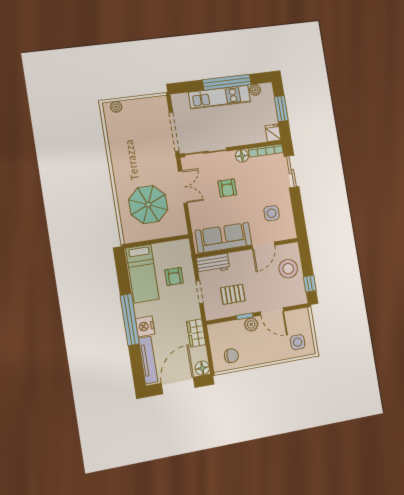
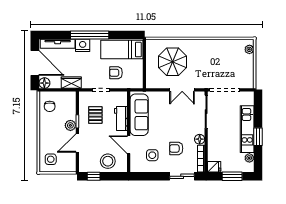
window: (227, 82) -> (258, 137), width x0.47
armchair: (227, 188) -> (176, 148), moved
workbench: (213, 264) -> (121, 119), moved

